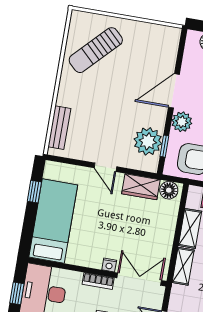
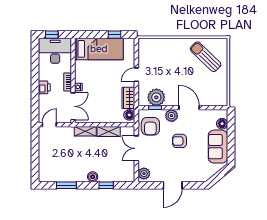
bench: (59, 128) -> (155, 43), removed

